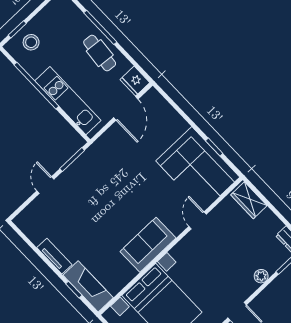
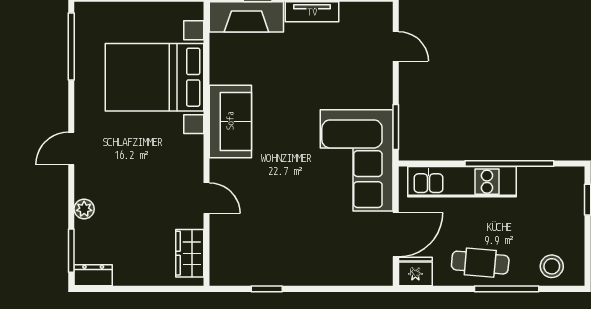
stool: (31, 42) -> (552, 266), moved
door: (126, 108) -> (396, 235), swing flipped
corner sofa: (198, 169) -> (357, 160), moved, turned -90
door: (45, 185) -> (396, 46), moved
wardrobe: (249, 200) -> (190, 253), moved, turned -90

